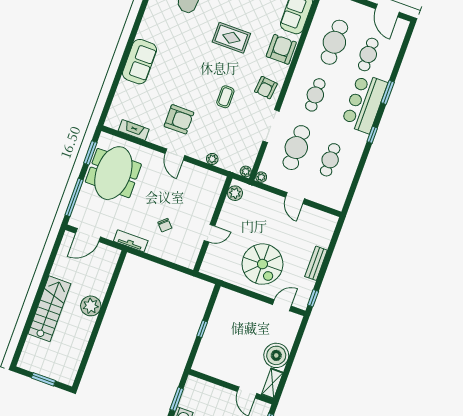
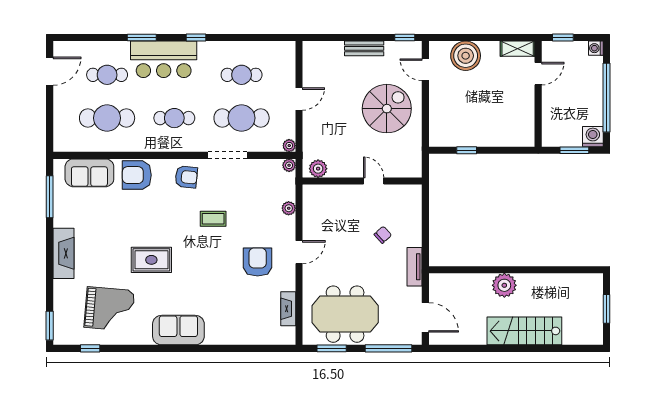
rug: (231, 38) -> (151, 260), moved, turned 90
sofa: (140, 62) -> (178, 330), moved
window: (202, 329) -> (467, 150), moved
boiler: (276, 355) -> (466, 56), moved

